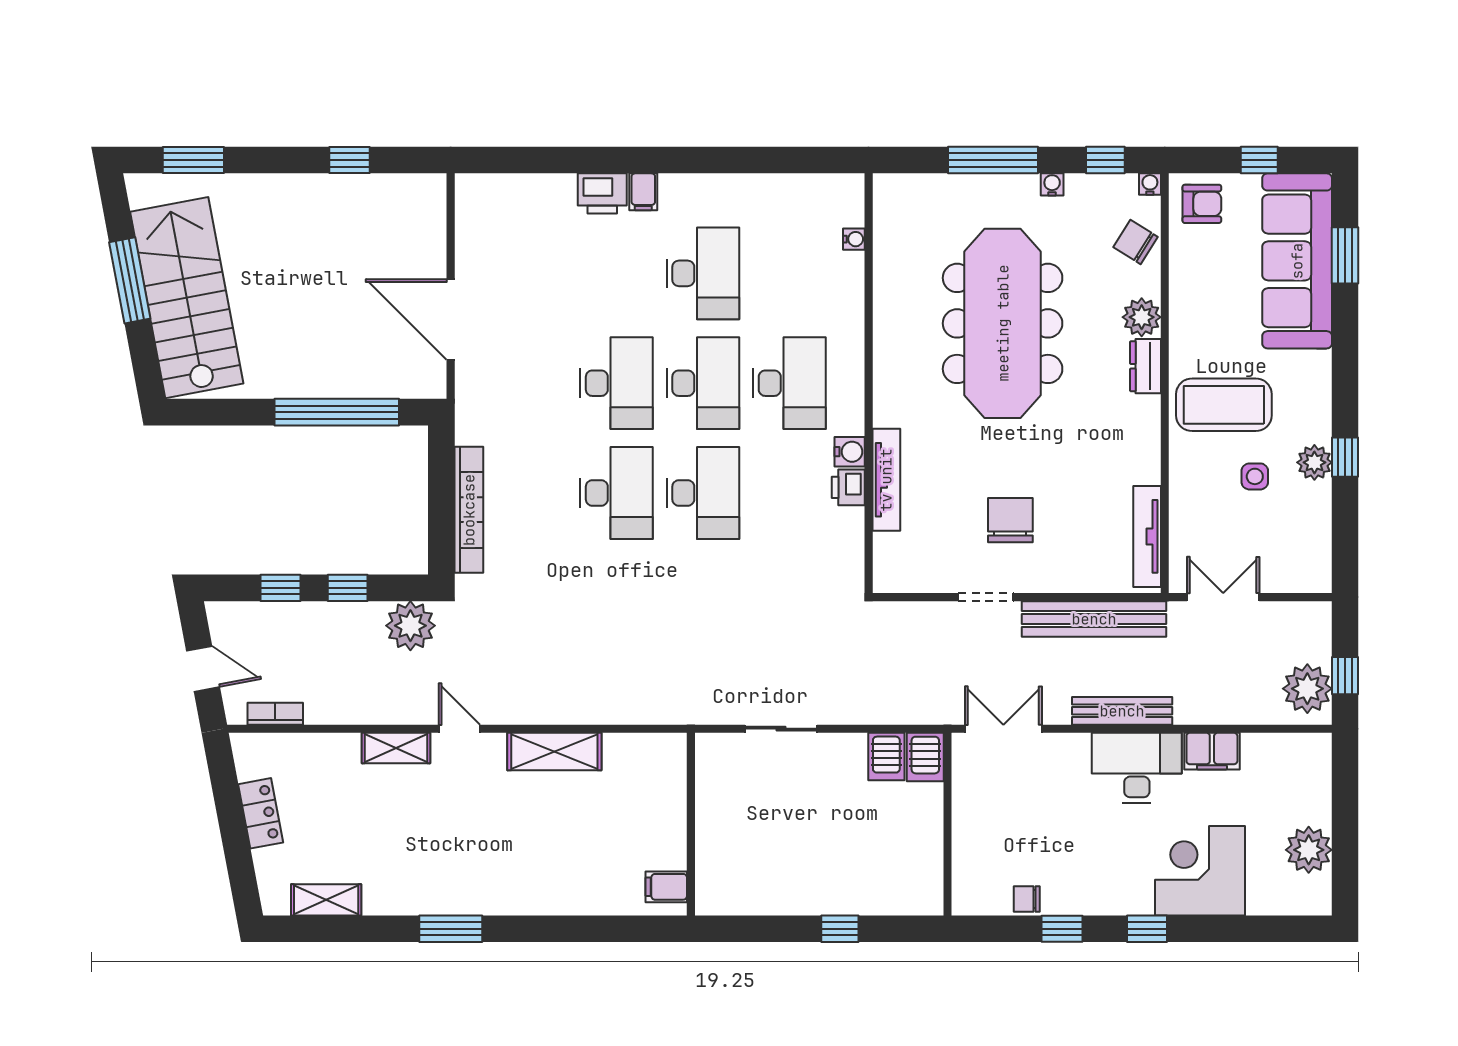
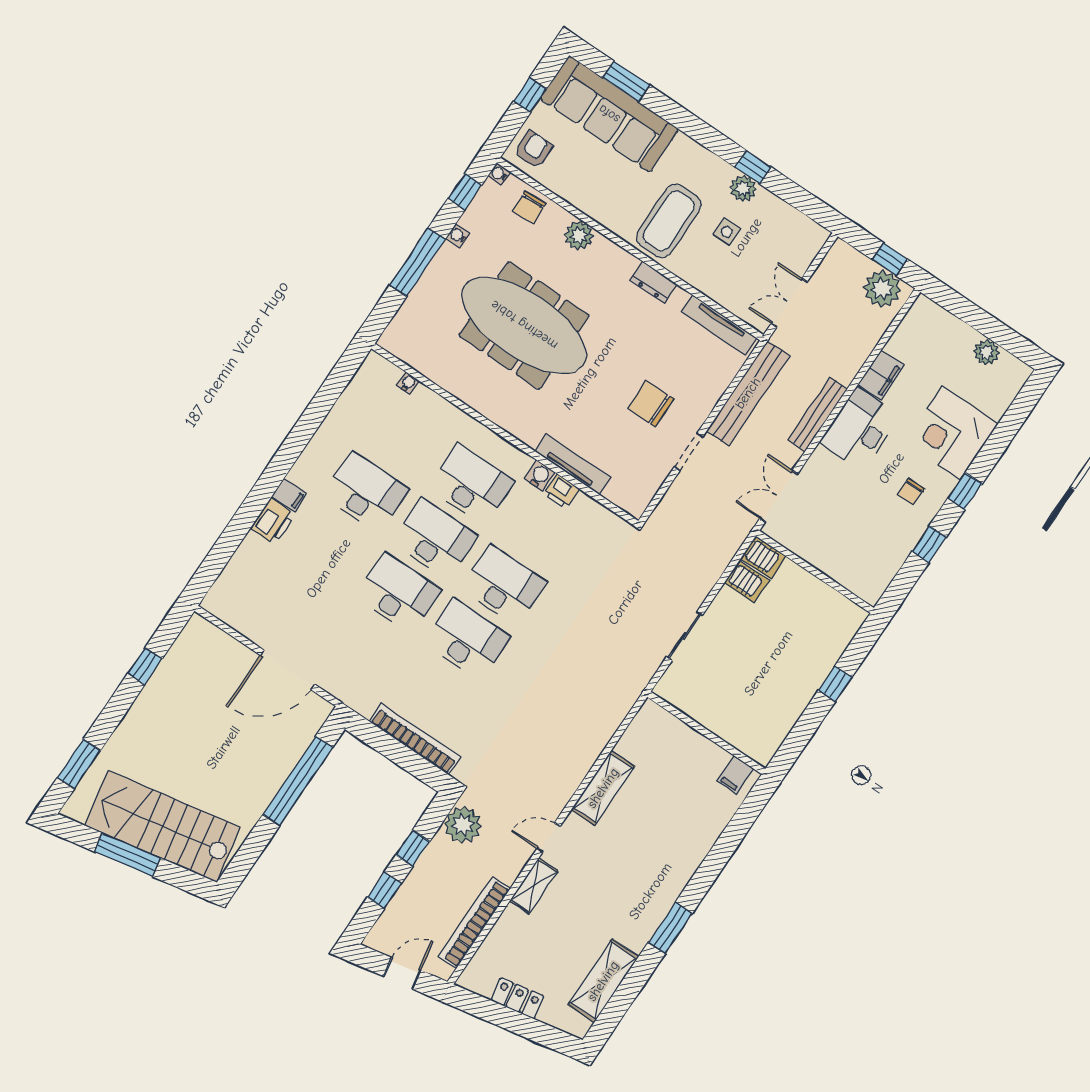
chair: (1136, 242) -> (529, 207), turned -34
dresser: (1145, 366) -> (654, 282), moved
bookcase: (275, 714) -> (474, 923), width x2.31, depth x1.31
plant: (1309, 850) -> (987, 352), width x0.73, depth x0.73
chair: (1027, 899) -> (911, 492), moved
shelving: (326, 900) -> (603, 981), width x1.50, depth x1.33

